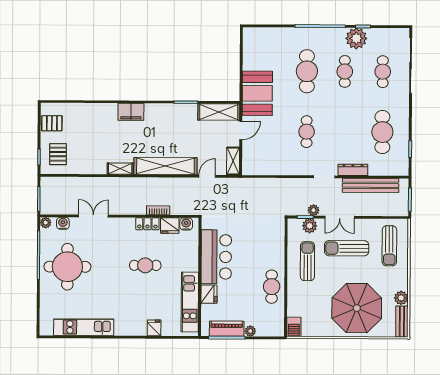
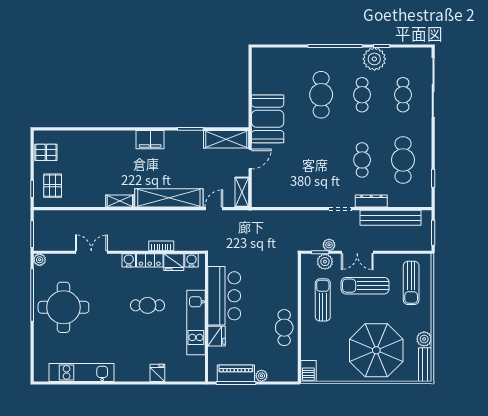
filing cabinet: (131, 112) -> (150, 140), moved
cafe table: (307, 132) -> (362, 160), moved
water cooler: (63, 223) -> (129, 260), moved
kitchen unit: (190, 302) -> (196, 323), moved

